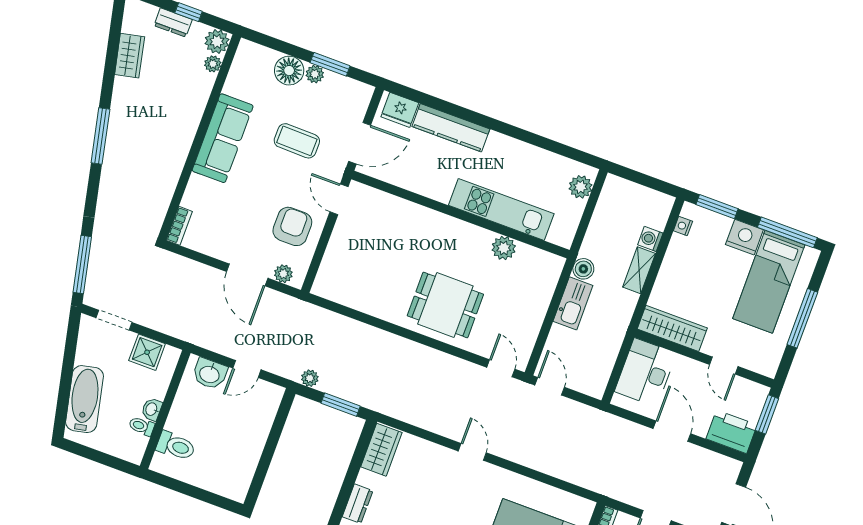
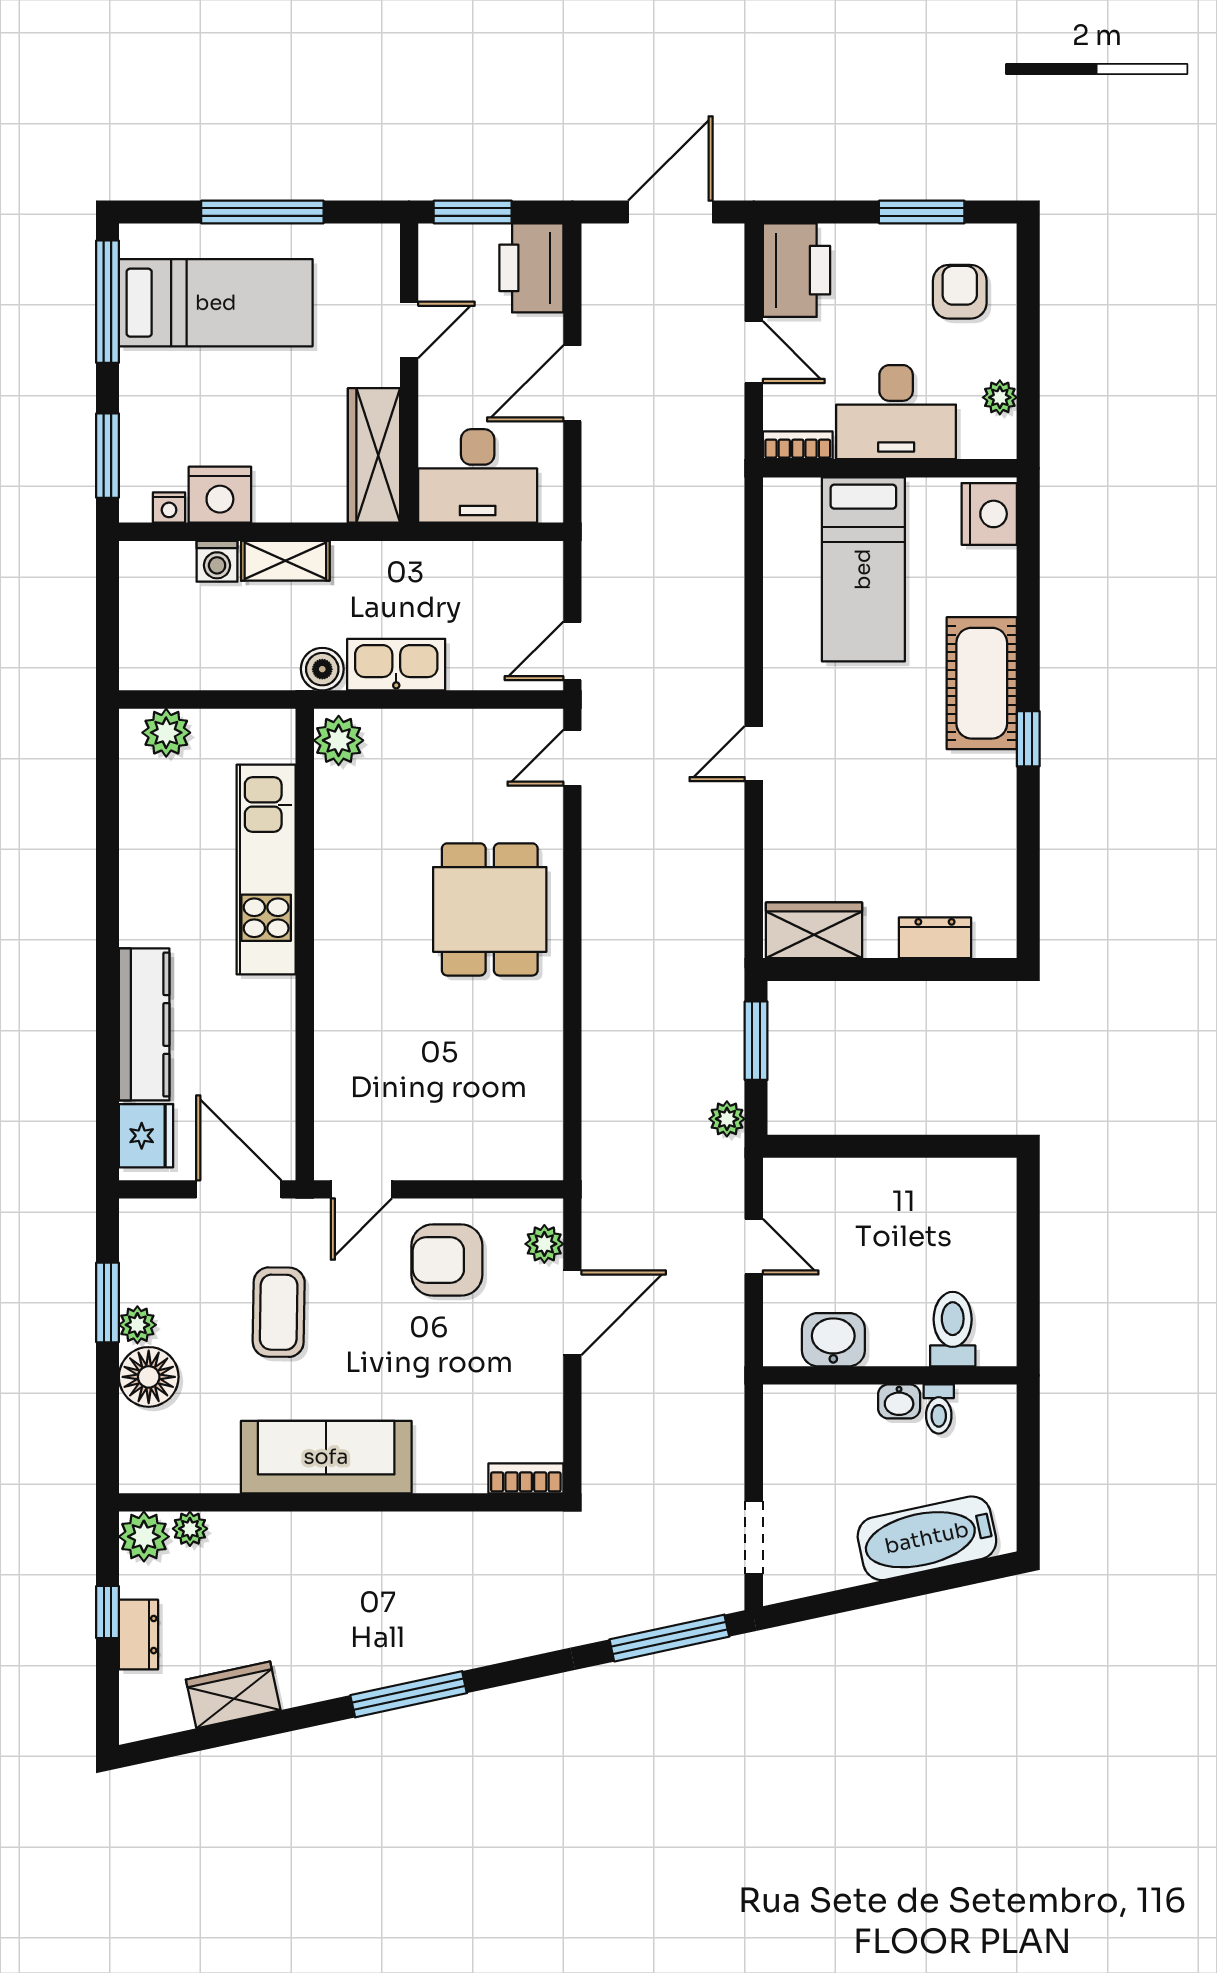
nightstand: (744, 237) -> (220, 495), moved, turned -90
plant: (504, 248) -> (339, 740), moved
shower: (147, 352) -> (792, 1451), removed
washbasin: (210, 374) -> (833, 1340), moved, turned -90

